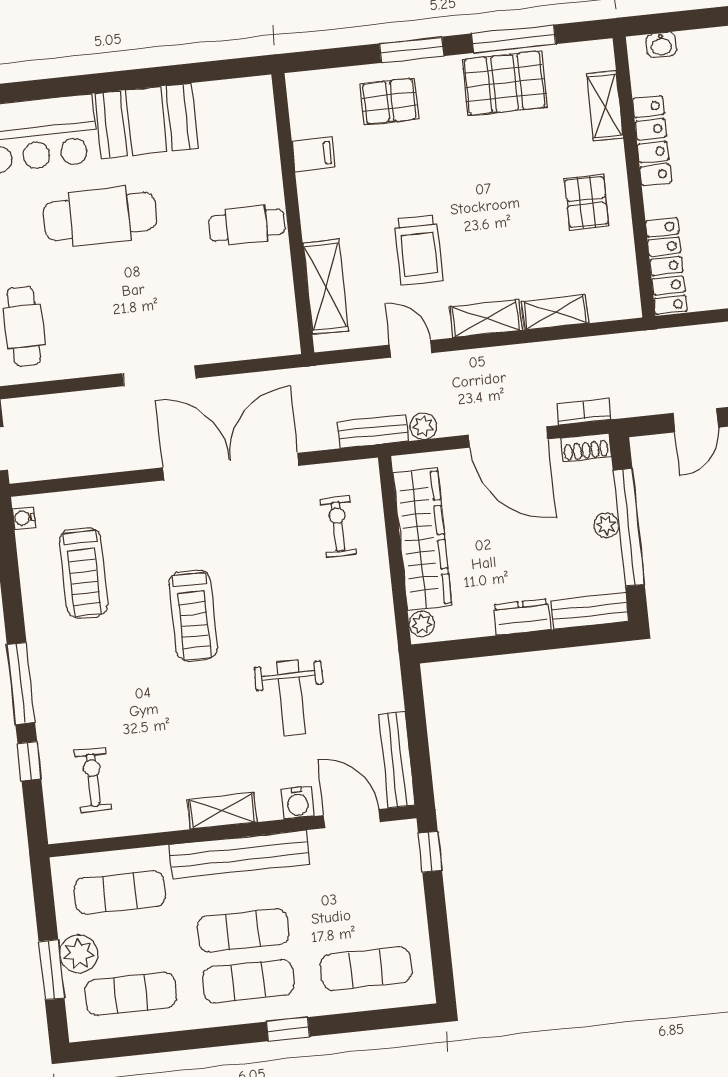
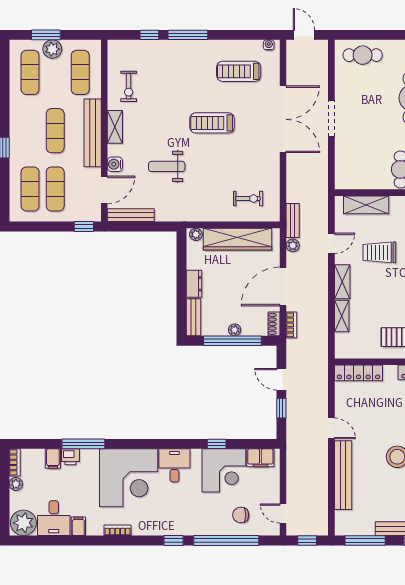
double door: (231, 467) -> (283, 119), moved
exercise bike: (93, 780) -> (129, 86), moved, turned 90
exercise mat: (248, 981) -> (55, 189), moved

